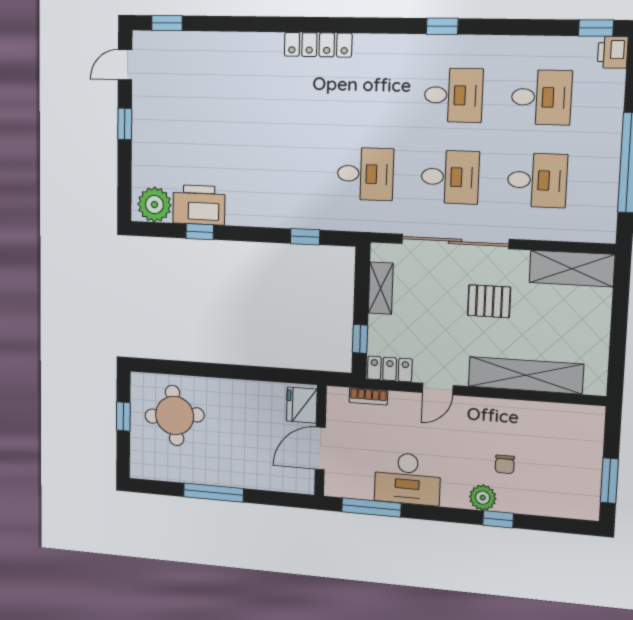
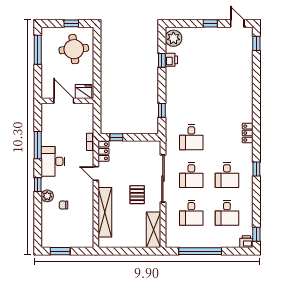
locker: (318, 45) -> (248, 133), moved, width x0.66
printer: (199, 205) -> (171, 60), width x0.53, depth x0.68
shelving: (381, 288) -> (140, 146), removed
fridge: (302, 405) -> (84, 92), moved
wall: (320, 441) -> (67, 101), moved
door: (320, 448) -> (64, 101), moved
window: (213, 493) -> (38, 50), moved
window: (498, 519) -> (38, 185), moved

